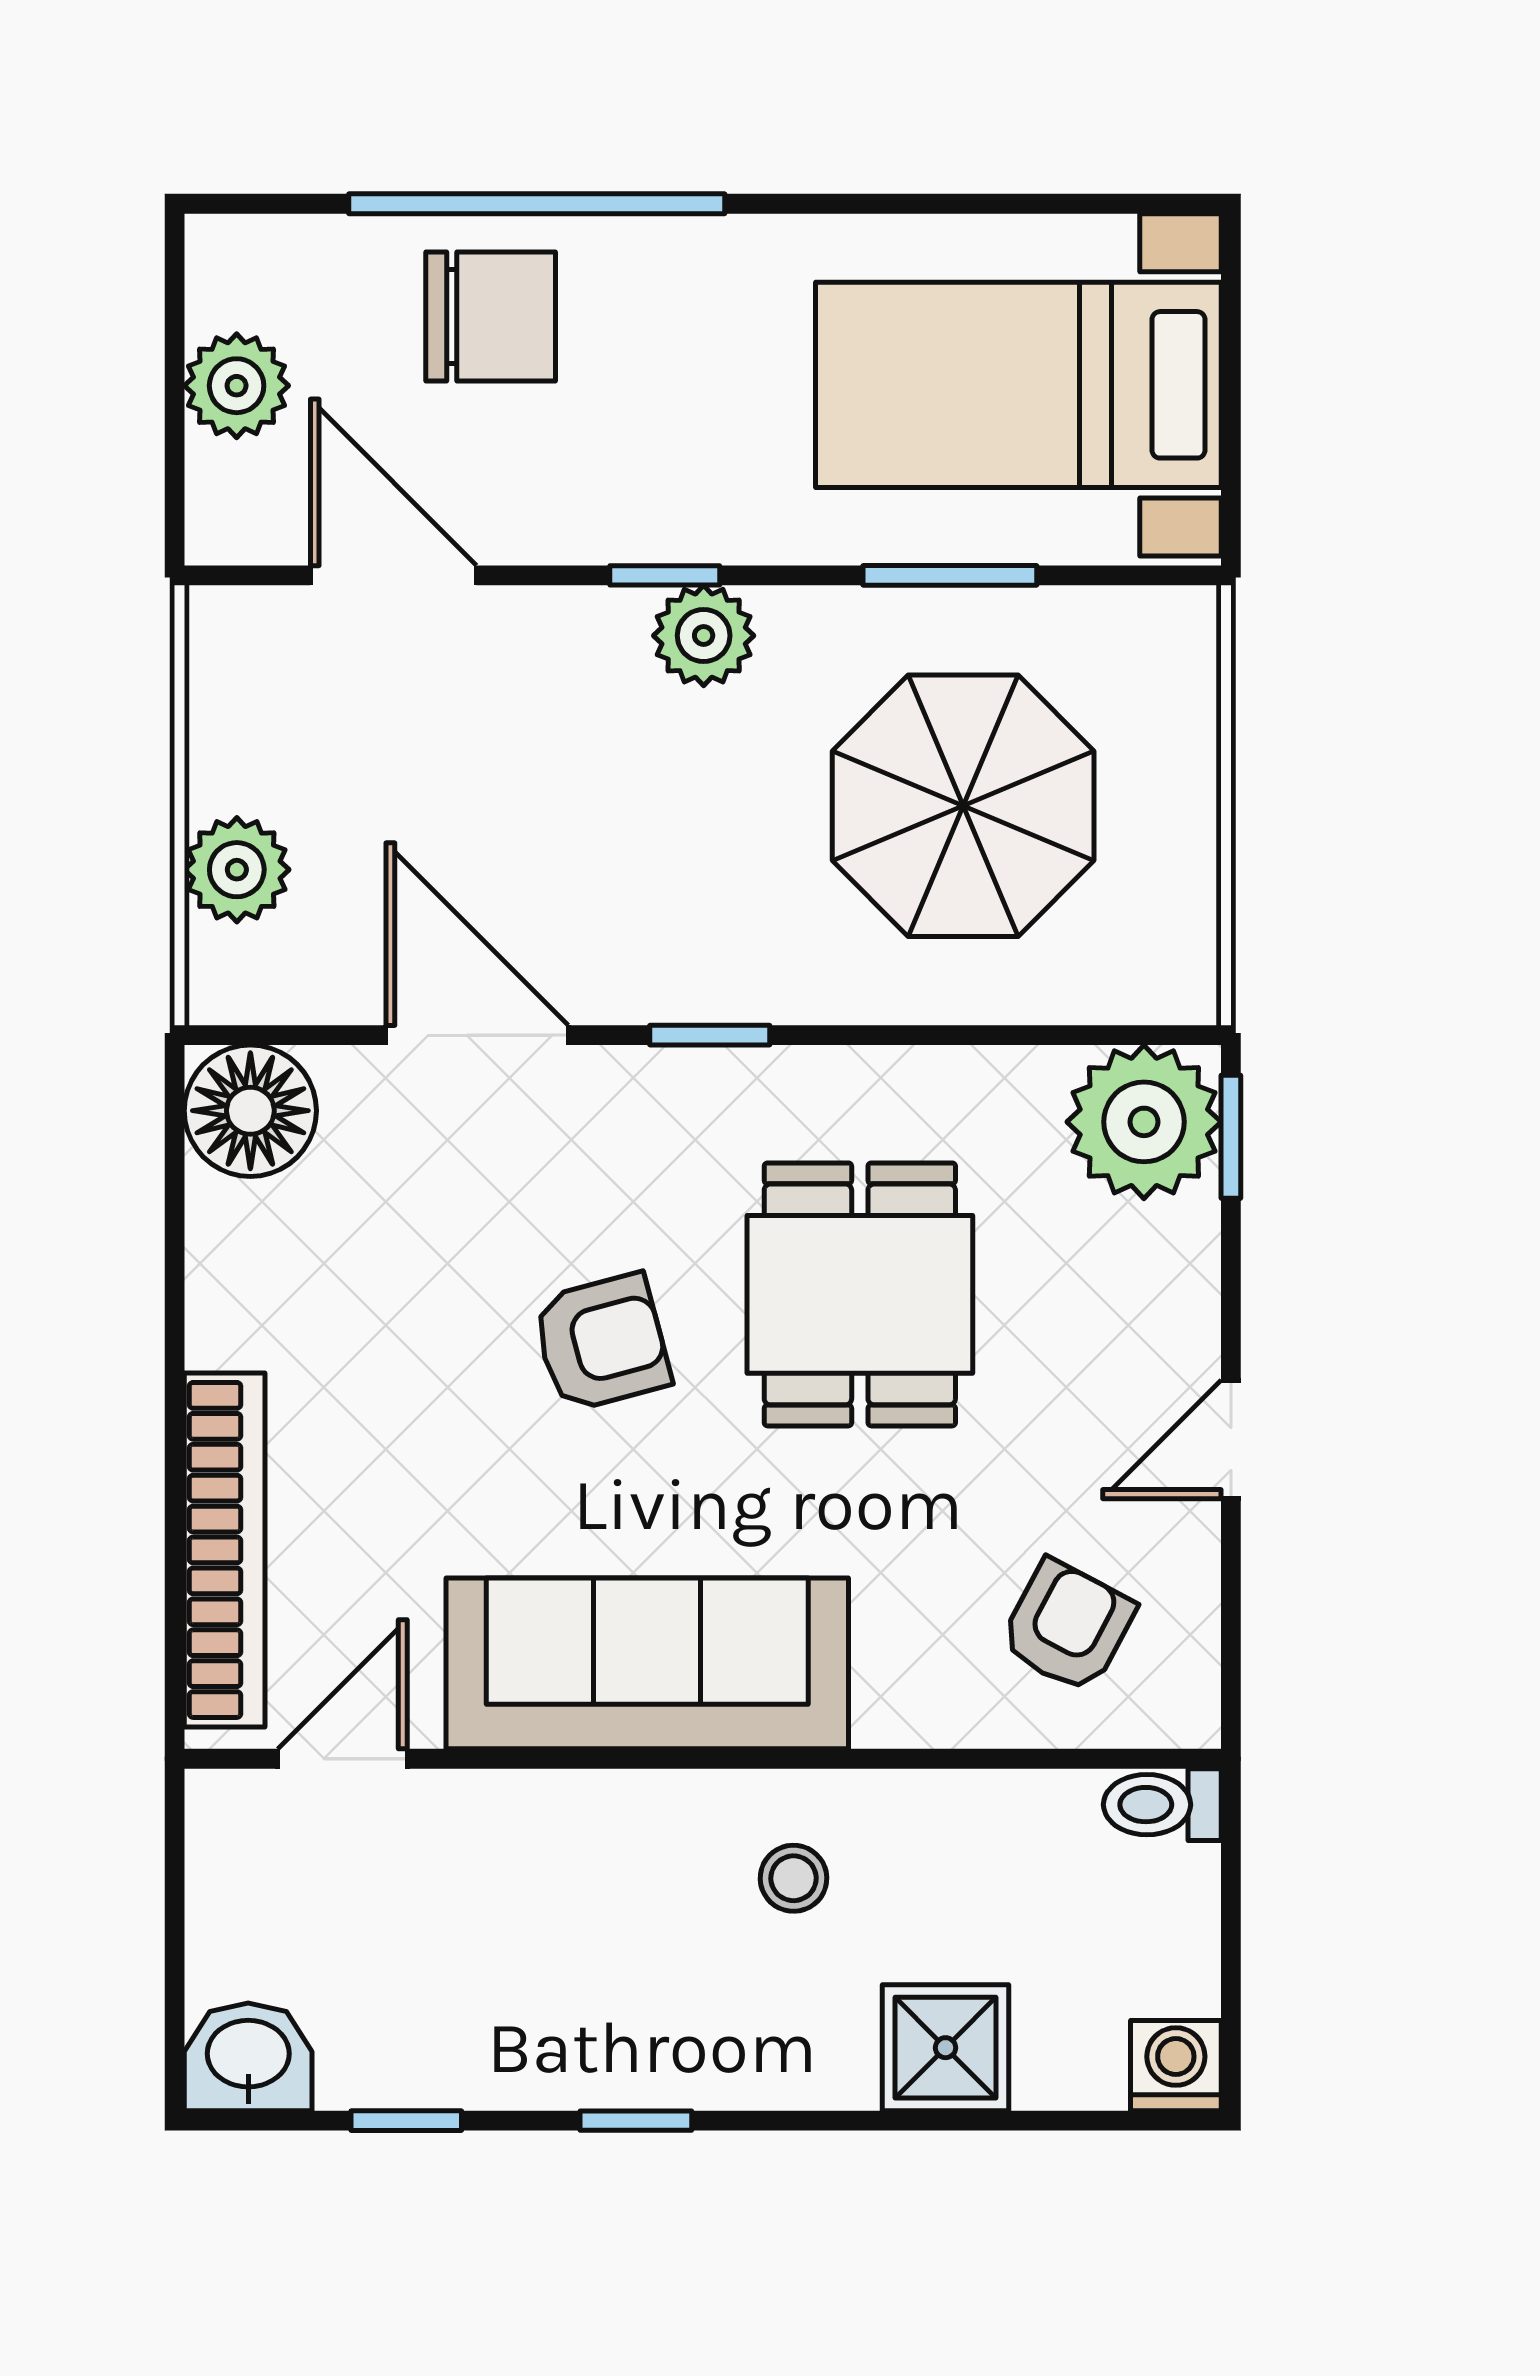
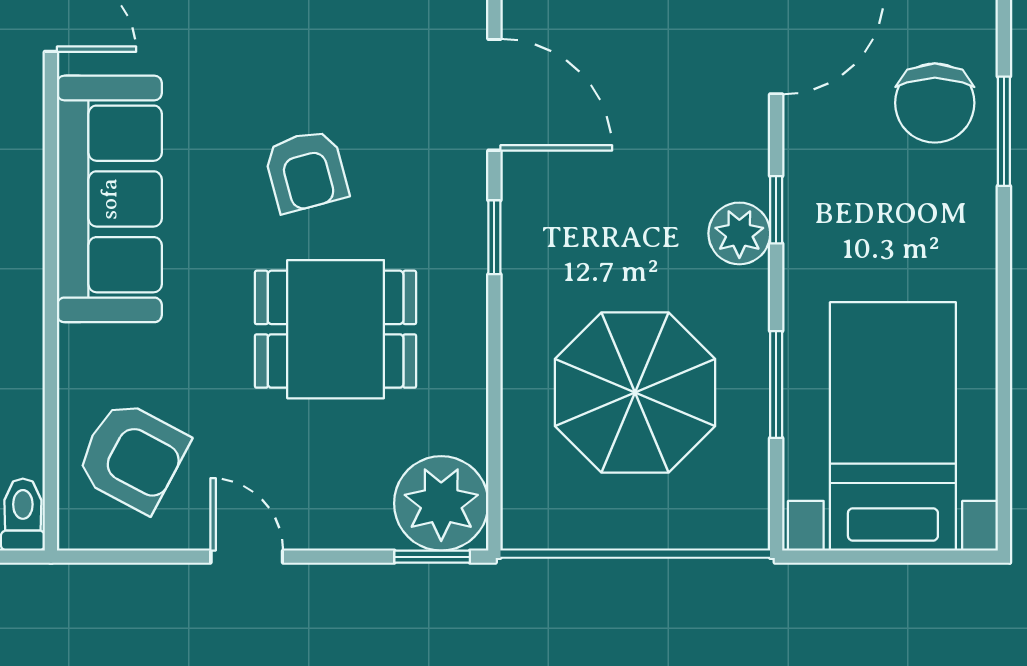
window: (537, 204) -> (1004, 131), width x0.47
door: (477, 1035) -> (494, 95), hinge flipped
armchair: (1067, 1626) -> (132, 456), width x1.38, depth x1.38

